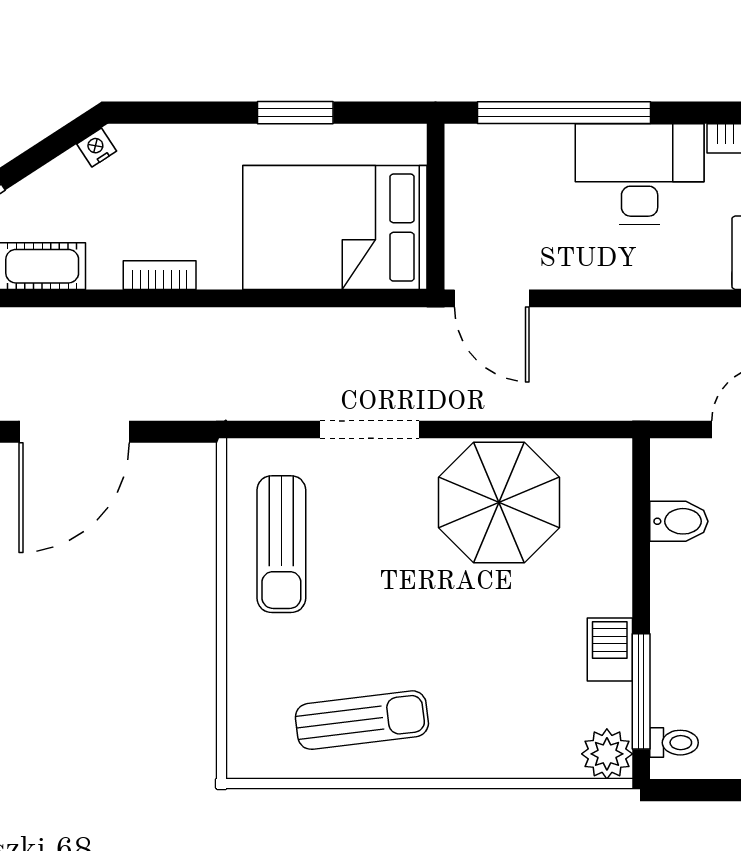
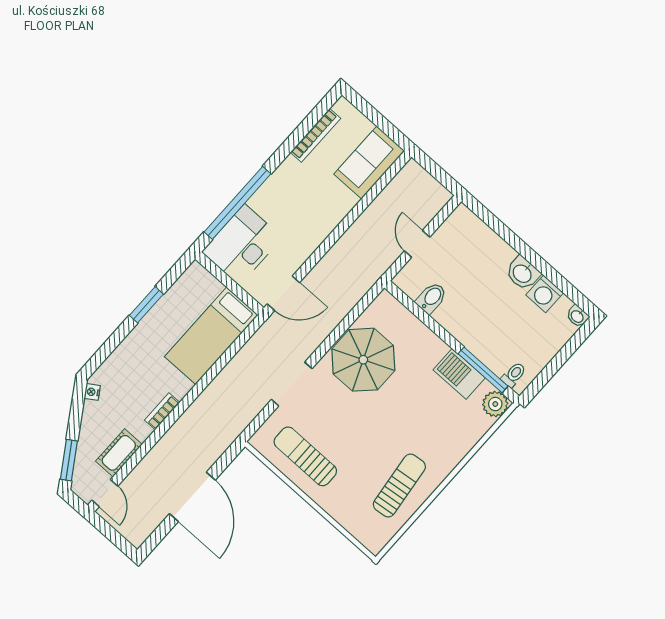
desk: (640, 174) -> (242, 245), moved
bed: (335, 228) -> (211, 336), width x0.67
sun lounger: (281, 544) -> (305, 456), turned 180
barbecue: (610, 649) -> (459, 374), width x1.38, depth x1.27

